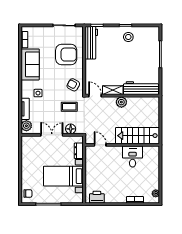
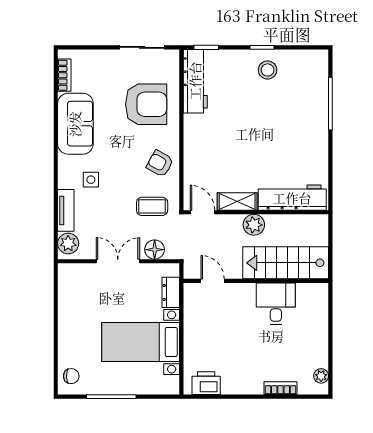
workbench: (141, 88) -> (292, 198), moved
shelving: (113, 90) -> (237, 201), moved
door: (95, 96) -> (202, 212), moved
wall: (122, 96) -> (256, 212), moved
plant: (121, 102) -> (254, 225), moved

